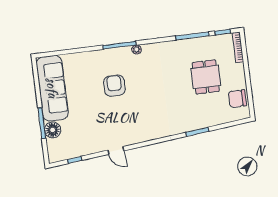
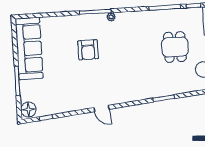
armchair: (114, 86) -> (88, 50), turned 180
floor lamp: (53, 130) -> (28, 109), moved
door: (116, 151) -> (101, 109), moved

